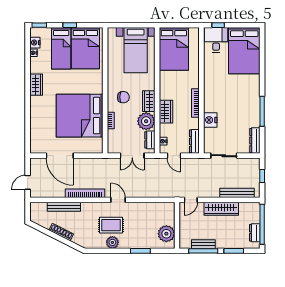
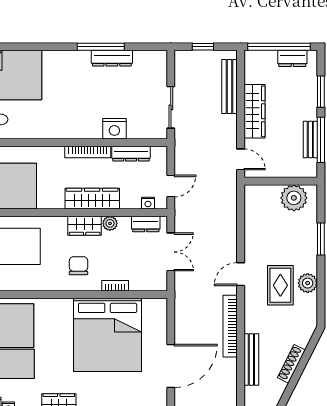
wardrobe: (166, 112) -> (92, 199), width x1.50
plant: (146, 121) -> (110, 223), width x0.53, depth x0.53
dresser: (194, 141) -> (131, 154), moved
dresser: (255, 141) -> (112, 58), moved

